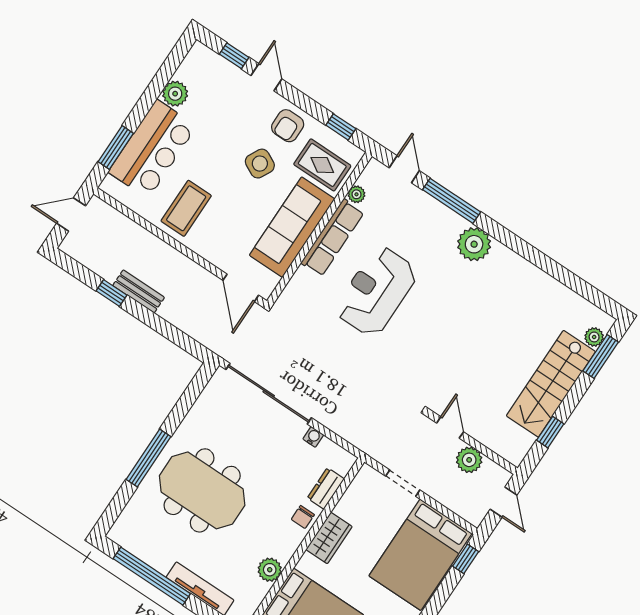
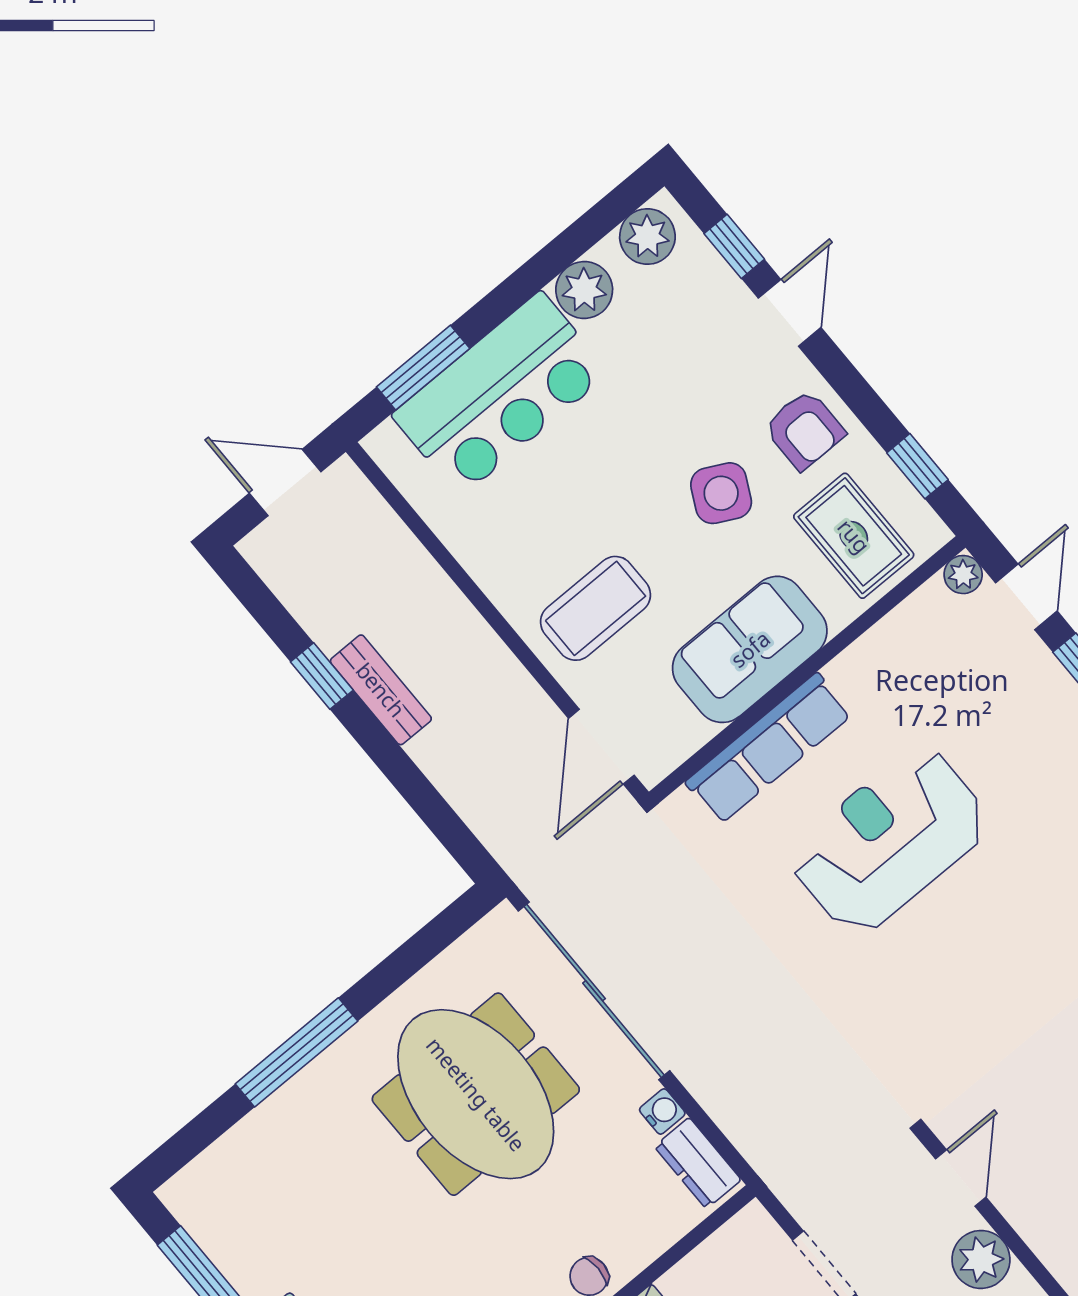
plant: (196, 63) -> (647, 237), added
armchair: (288, 126) -> (804, 430), turned -90
plant: (357, 194) -> (963, 575), moved
coffee table: (186, 208) -> (596, 608), moved
sofa: (292, 227) -> (750, 649), width x0.73
row of seats: (333, 238) -> (769, 748), moved
dresser: (326, 488) -> (698, 1163), moved, turned -90
meeting table: (202, 490) -> (476, 1094), moved

